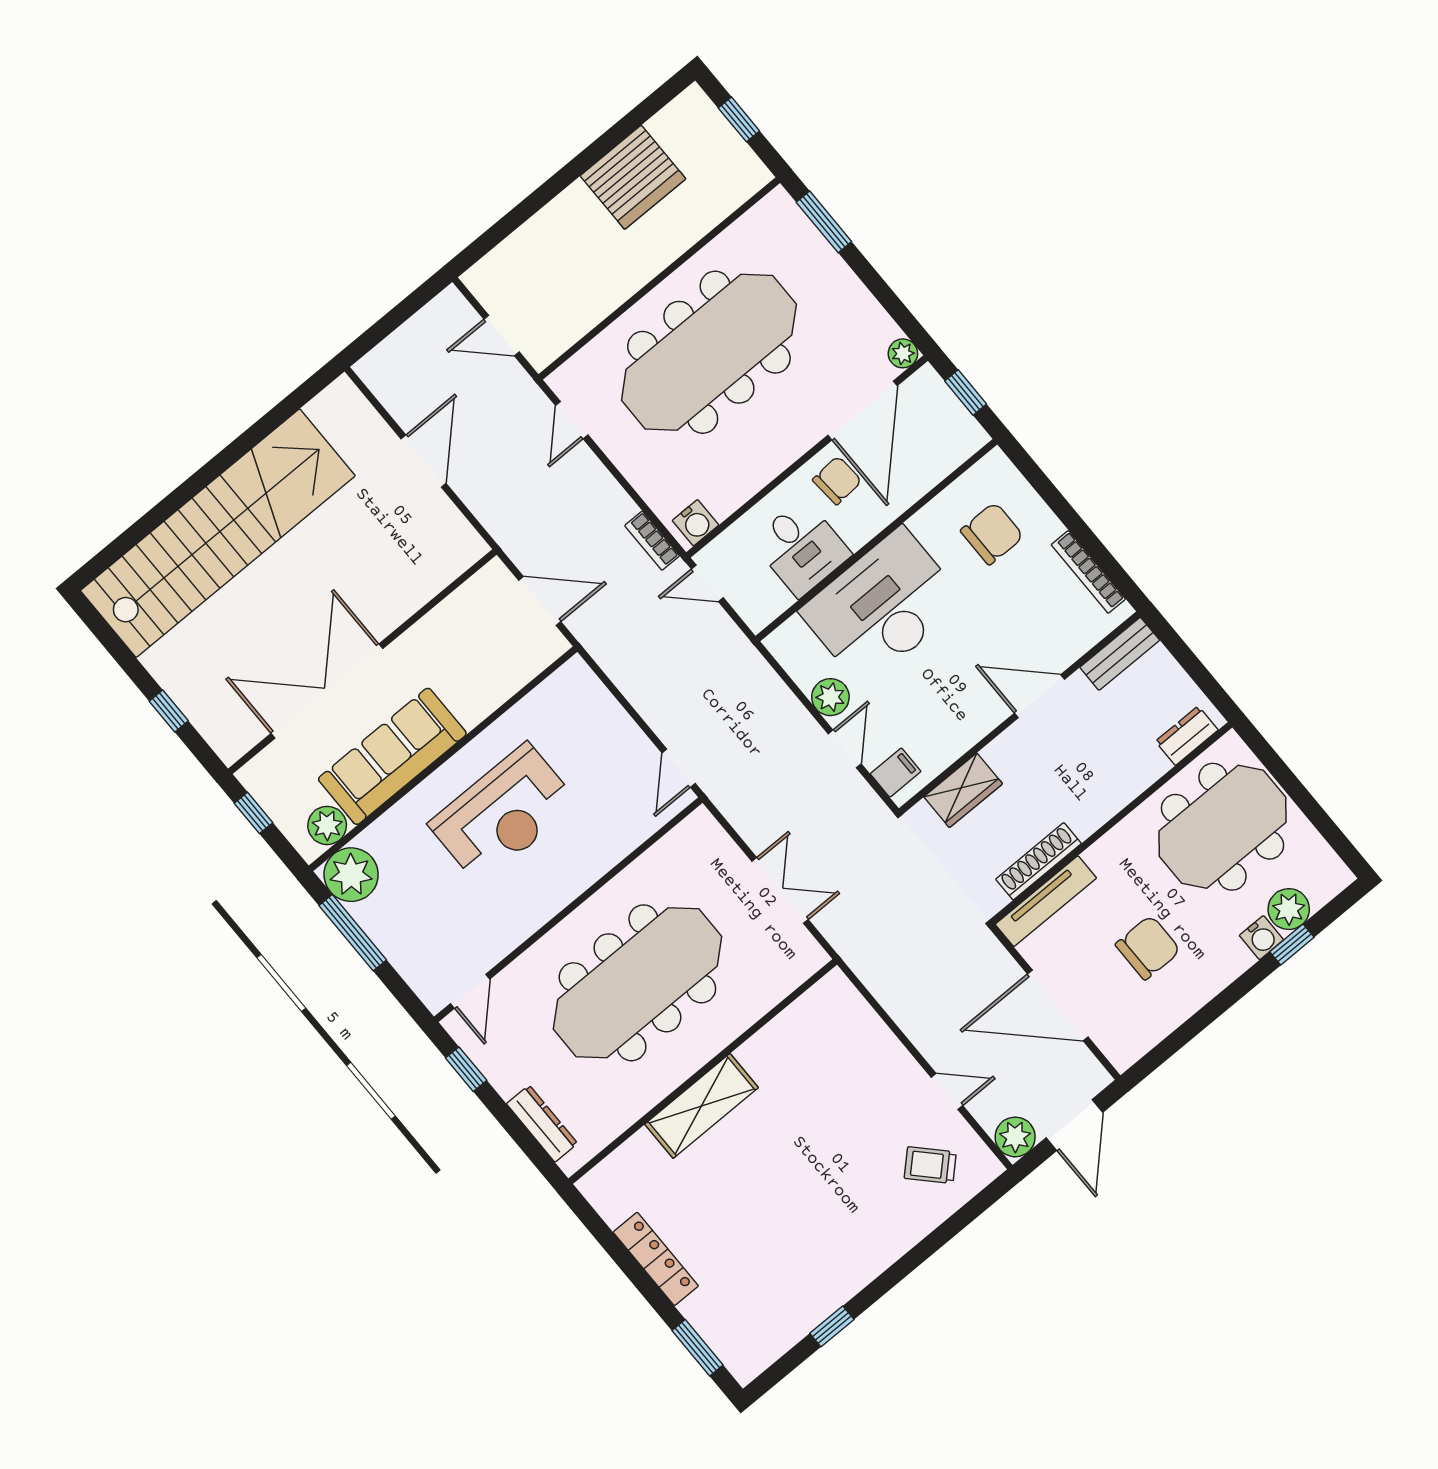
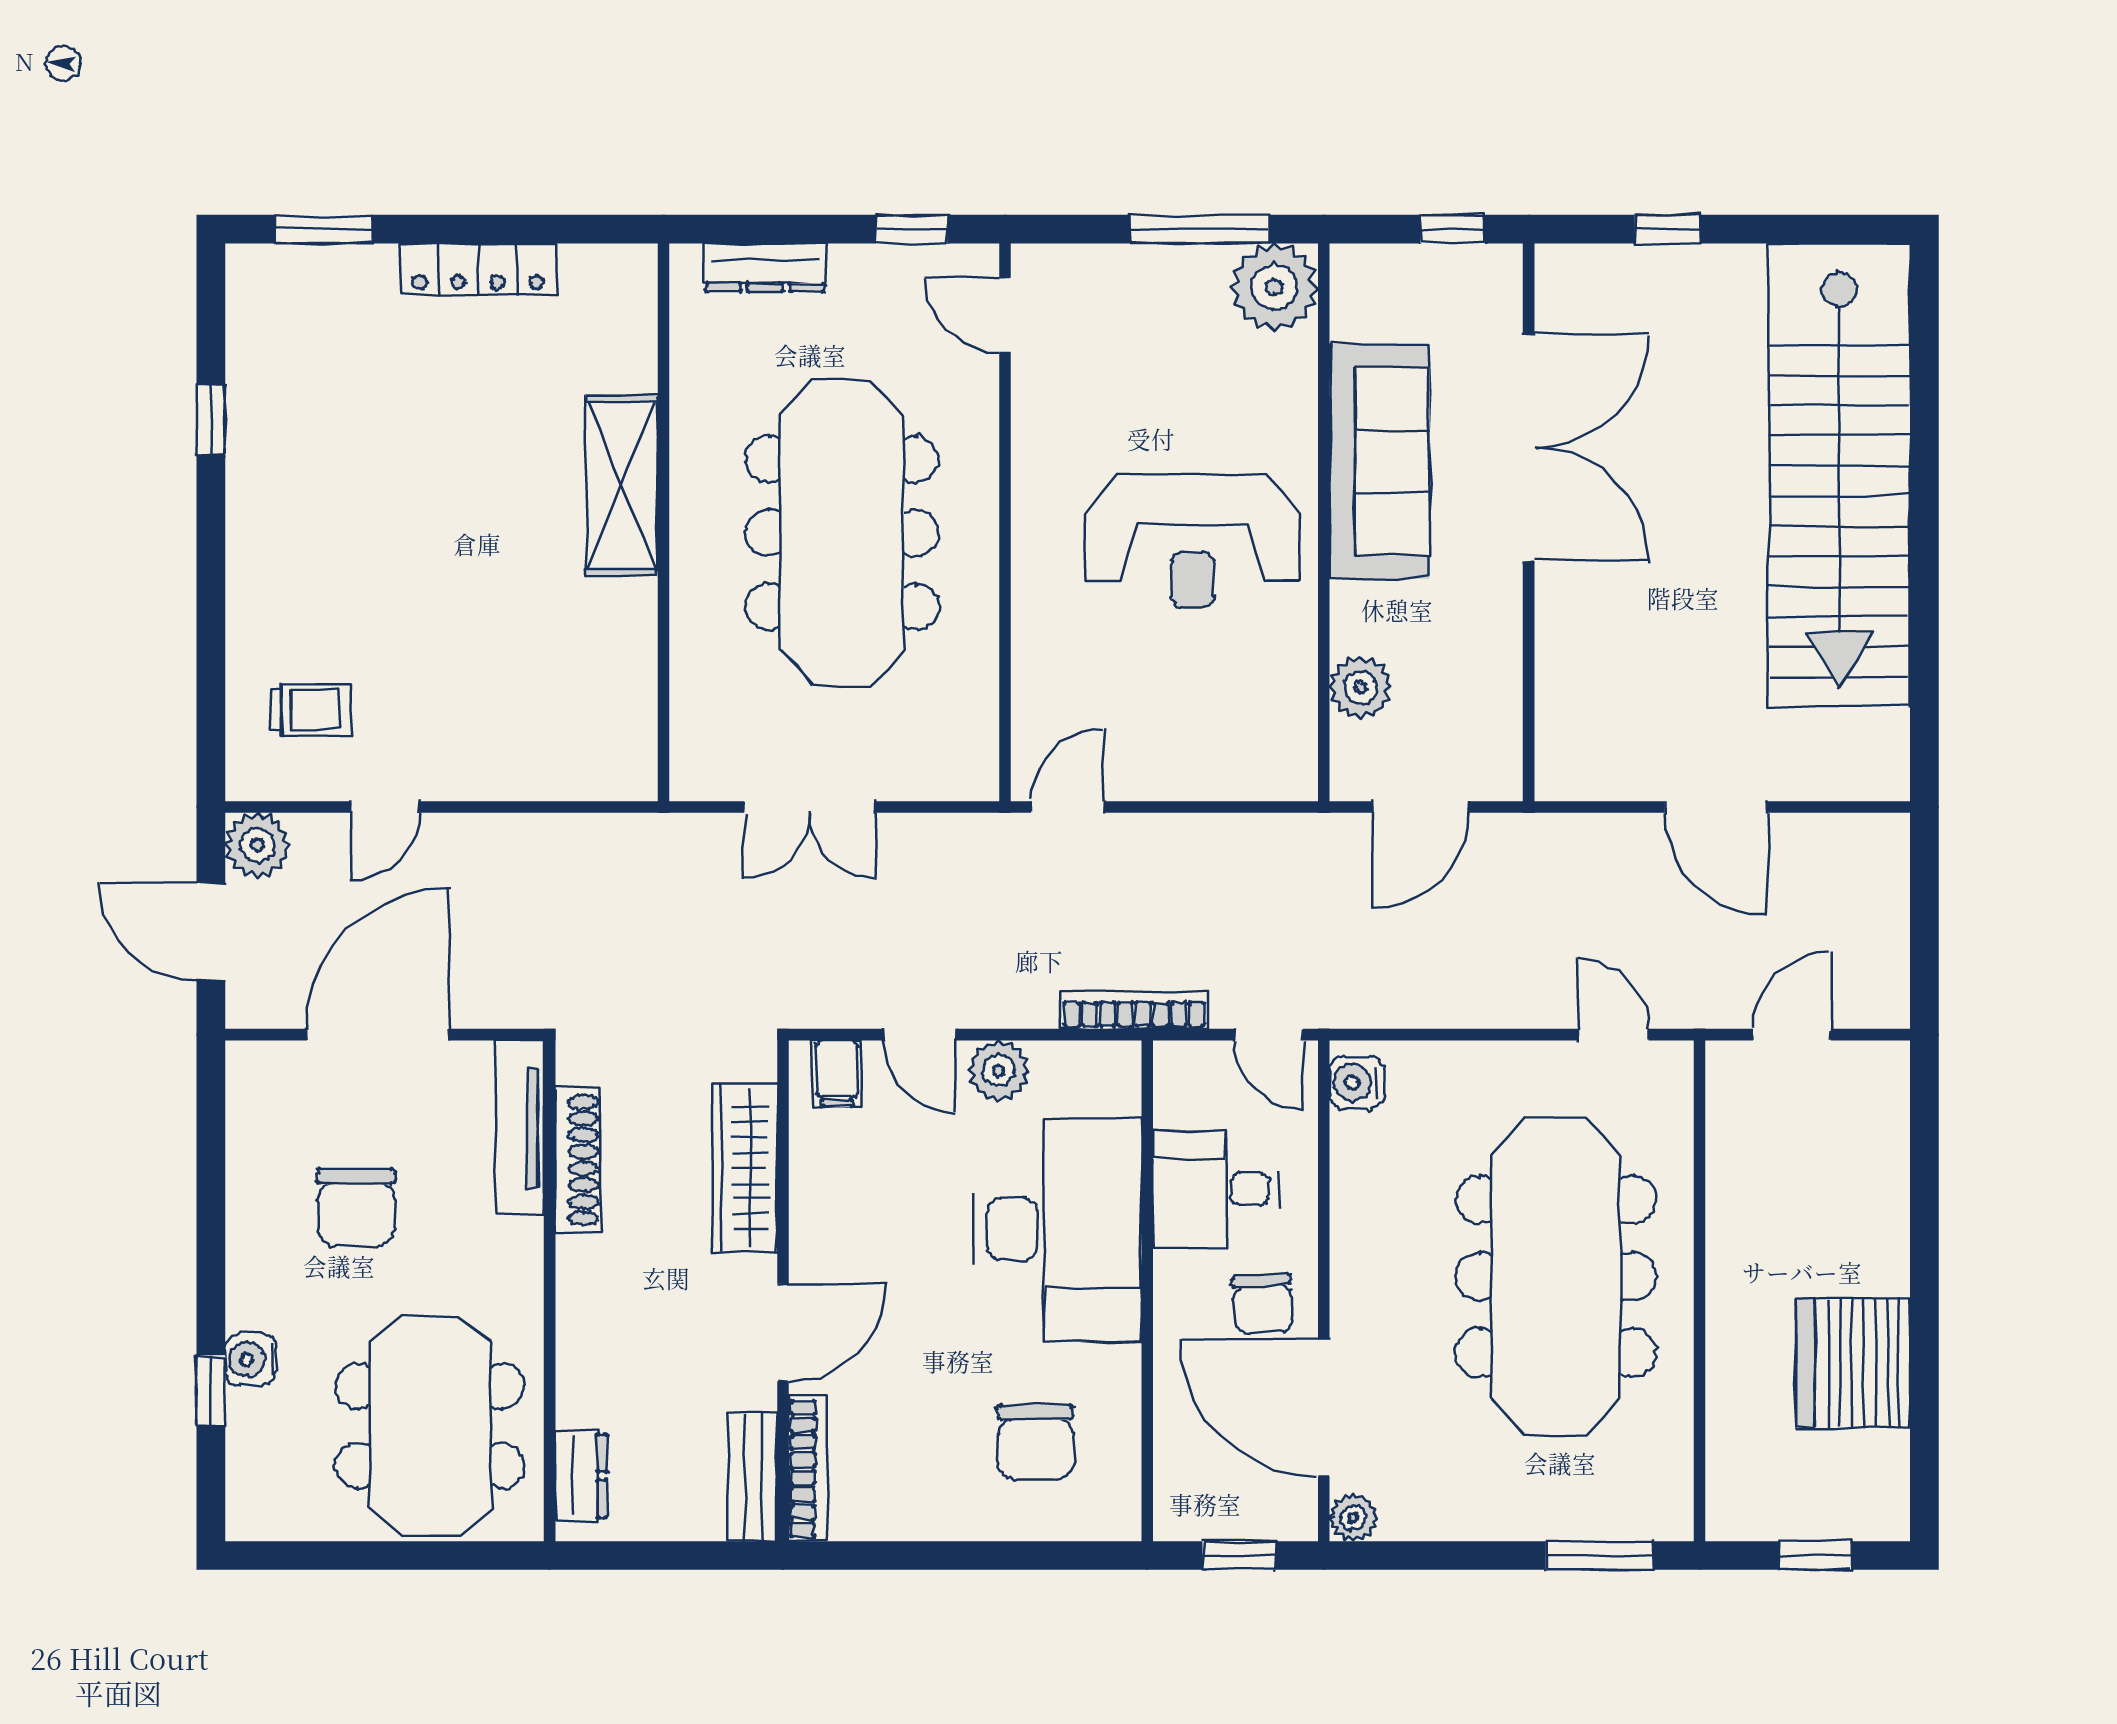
bookcase: (652, 541) -> (1134, 1010), moved, width x1.56
bookcase: (1088, 572) -> (807, 1469), moved, turned 90
door: (707, 583) -> (1269, 1035), swing flipped
door: (679, 768) -> (1067, 807), hinge flipped
wardrobe: (963, 790) -> (745, 1168), width x1.50
reception desk: (503, 814) -> (1193, 541), turned -90
plant: (327, 825) -> (1361, 687), moved
plant: (1289, 909) -> (258, 1423), removed
trolley: (930, 1165) -> (310, 710), turned 44

